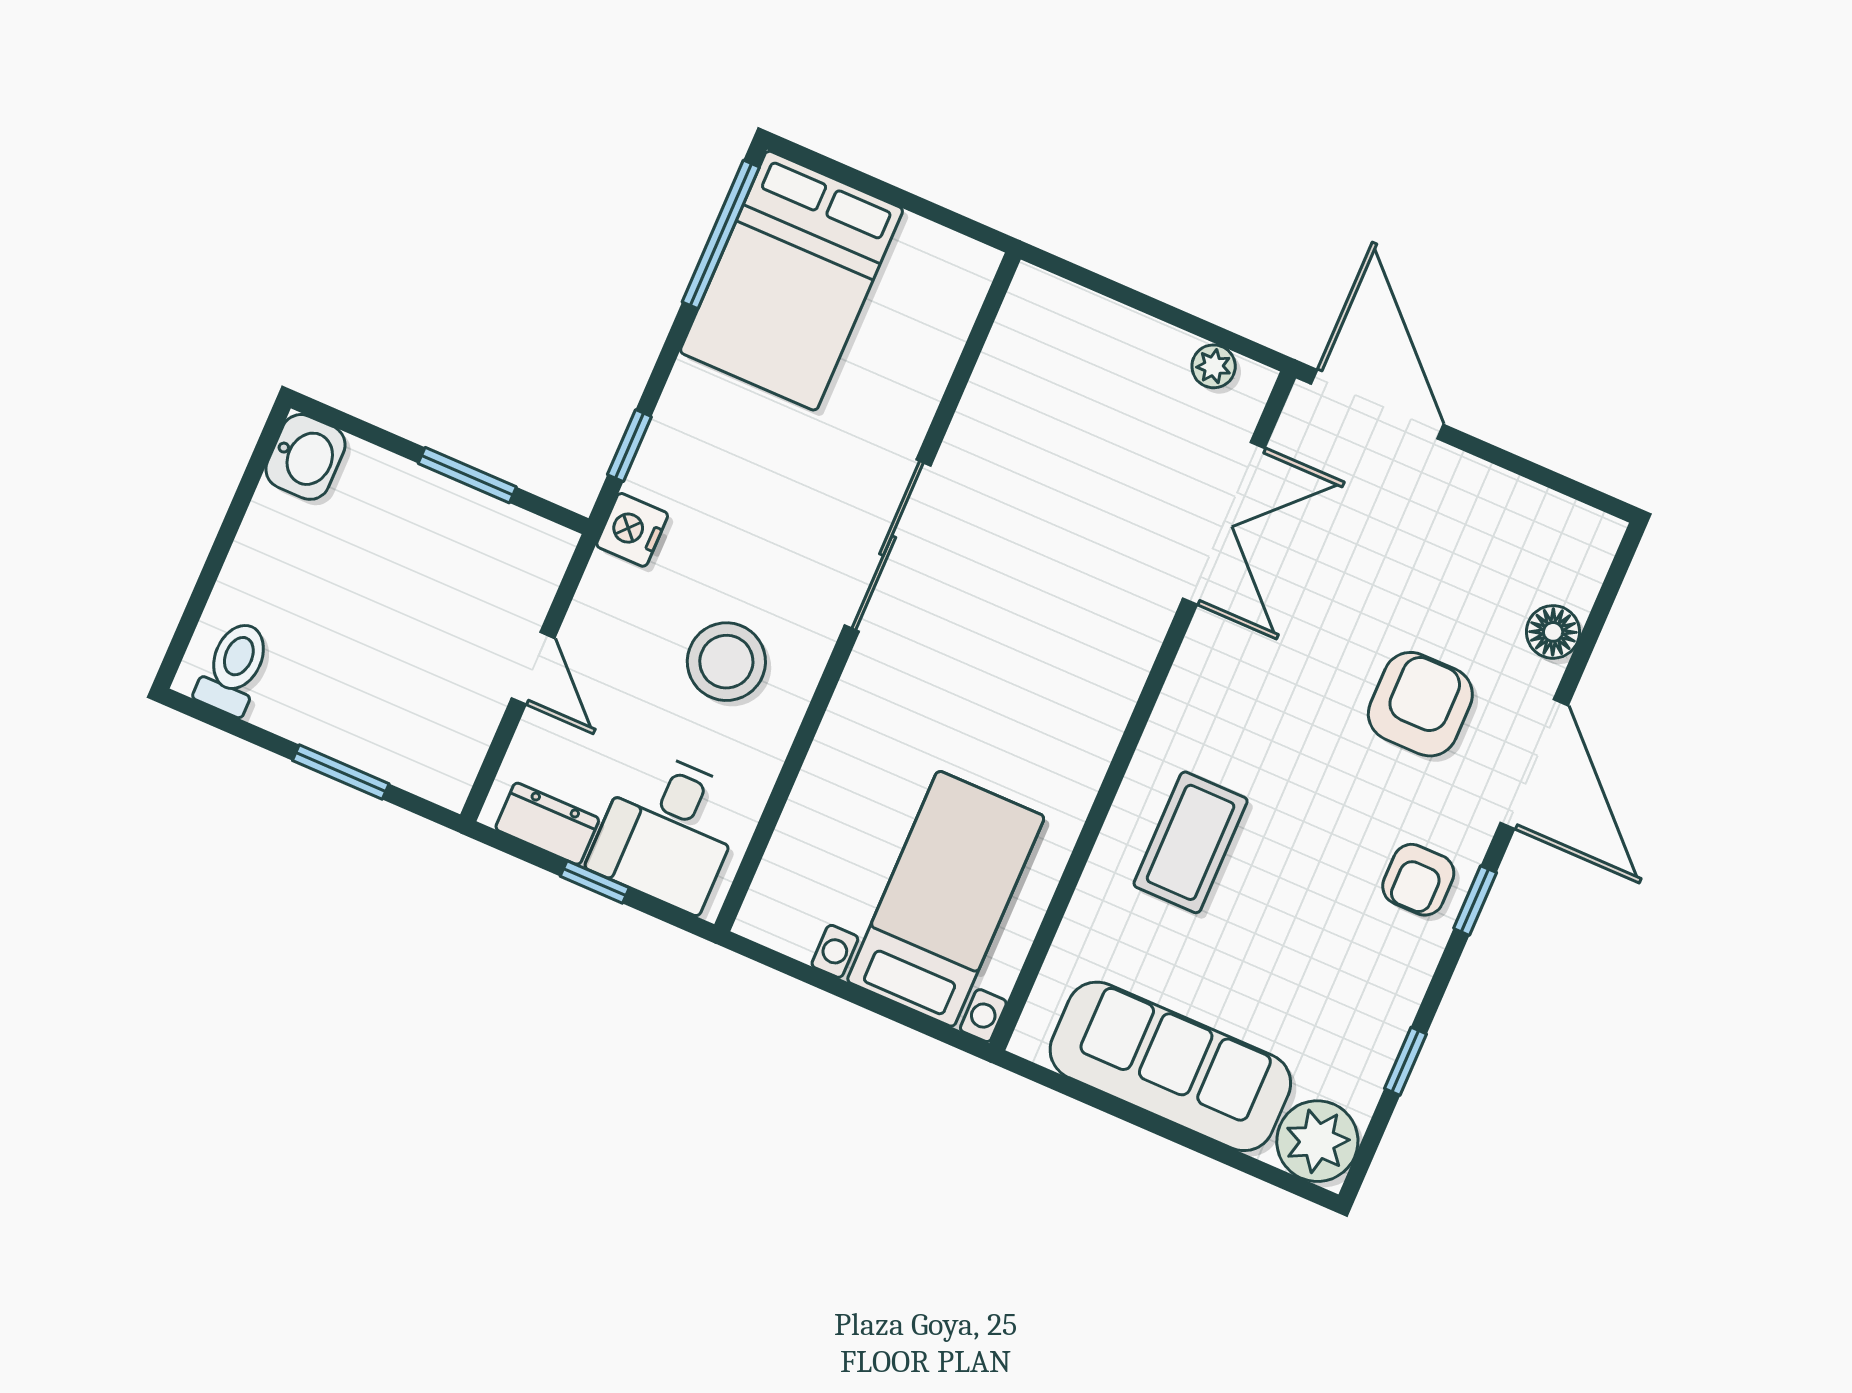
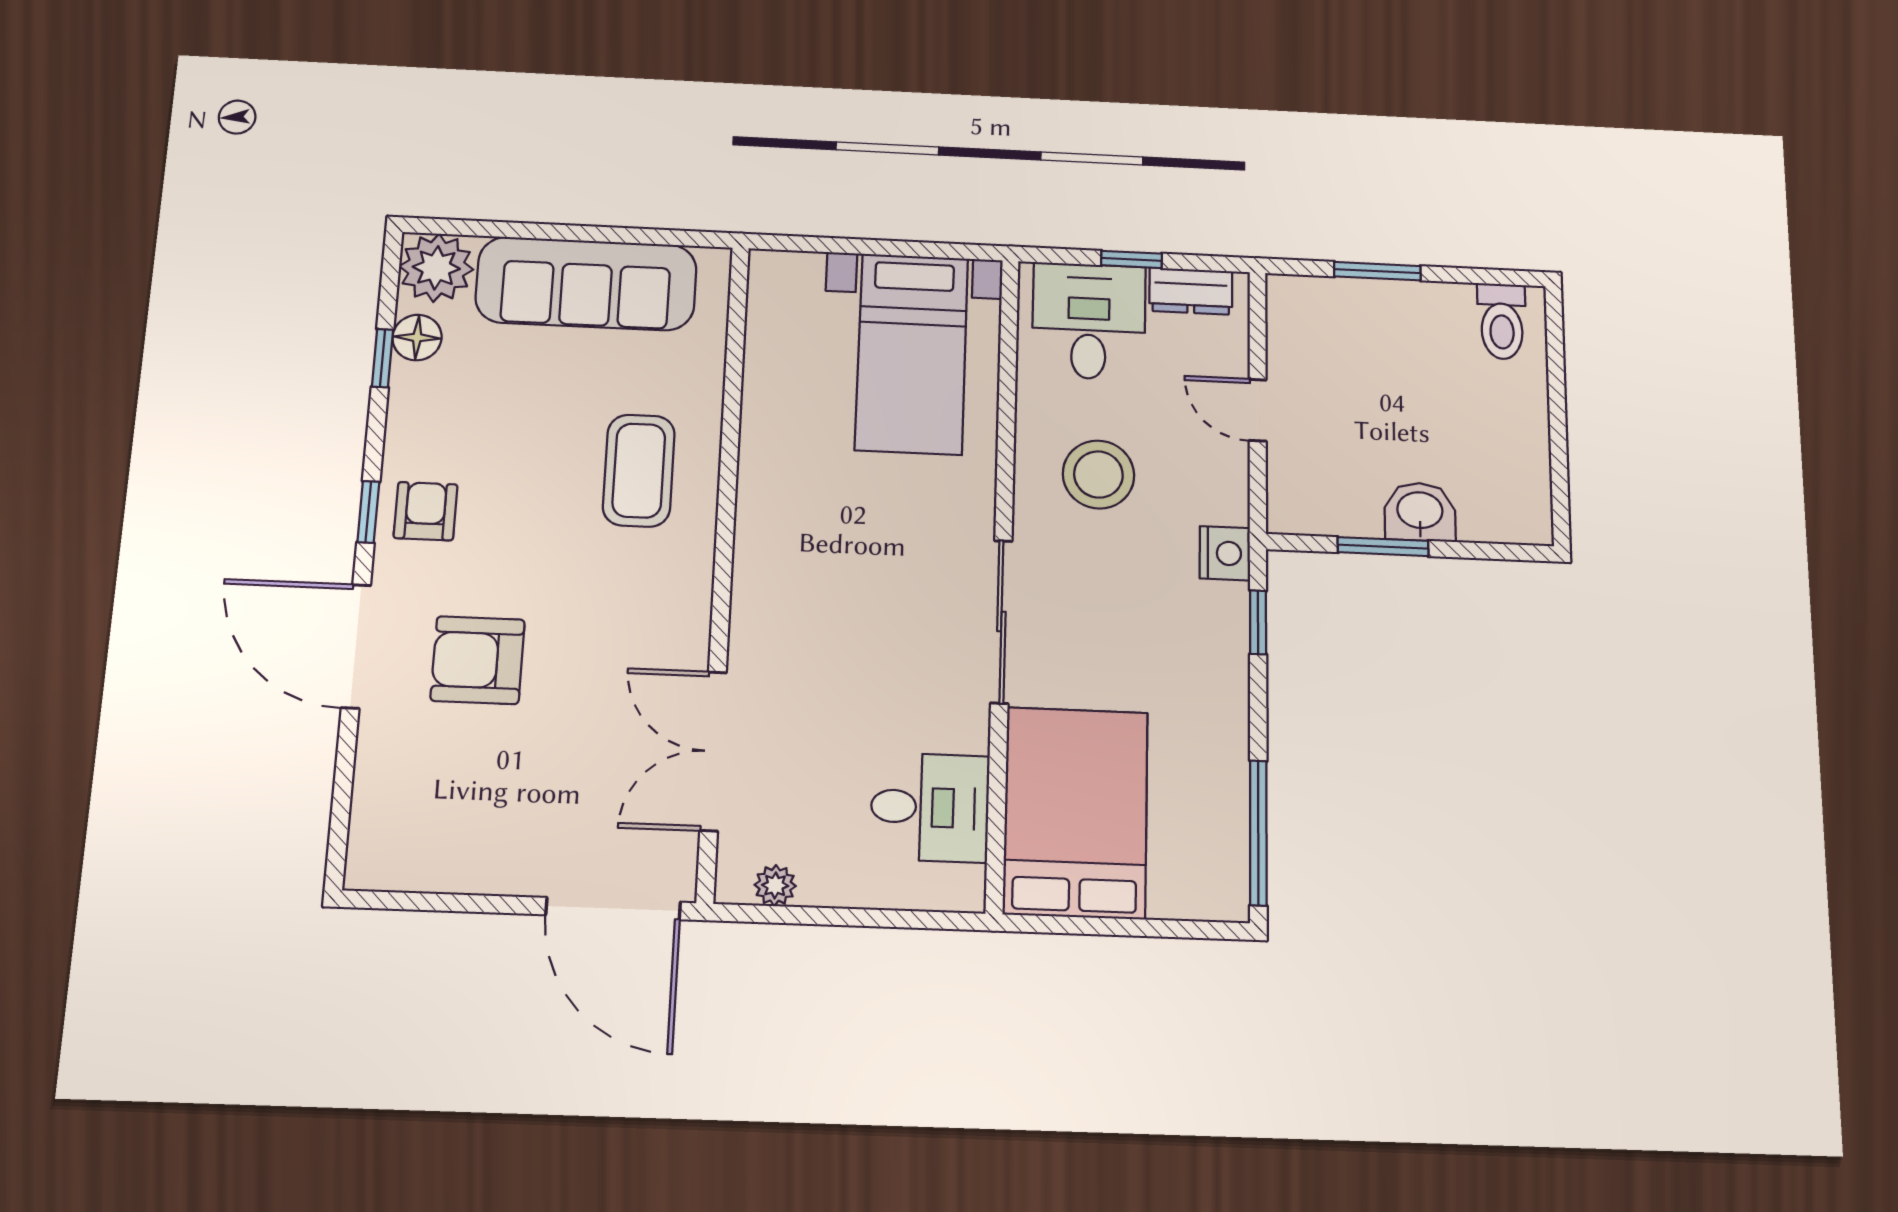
bed: (792, 281) -> (1076, 813), moved
desk: (1033, 385) -> (930, 807), added
washbasin: (306, 457) -> (1420, 512), moved, turned 90
floor lamp: (1553, 632) -> (417, 338), moved
armchair: (1420, 704) -> (478, 660), turned 90
bed with nightstands: (946, 899) -> (912, 354), moved

